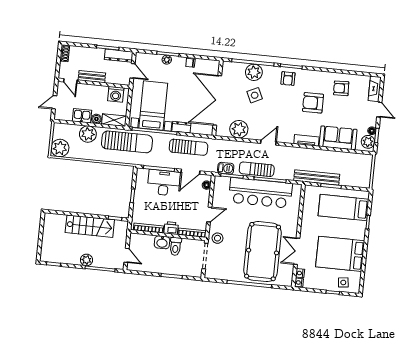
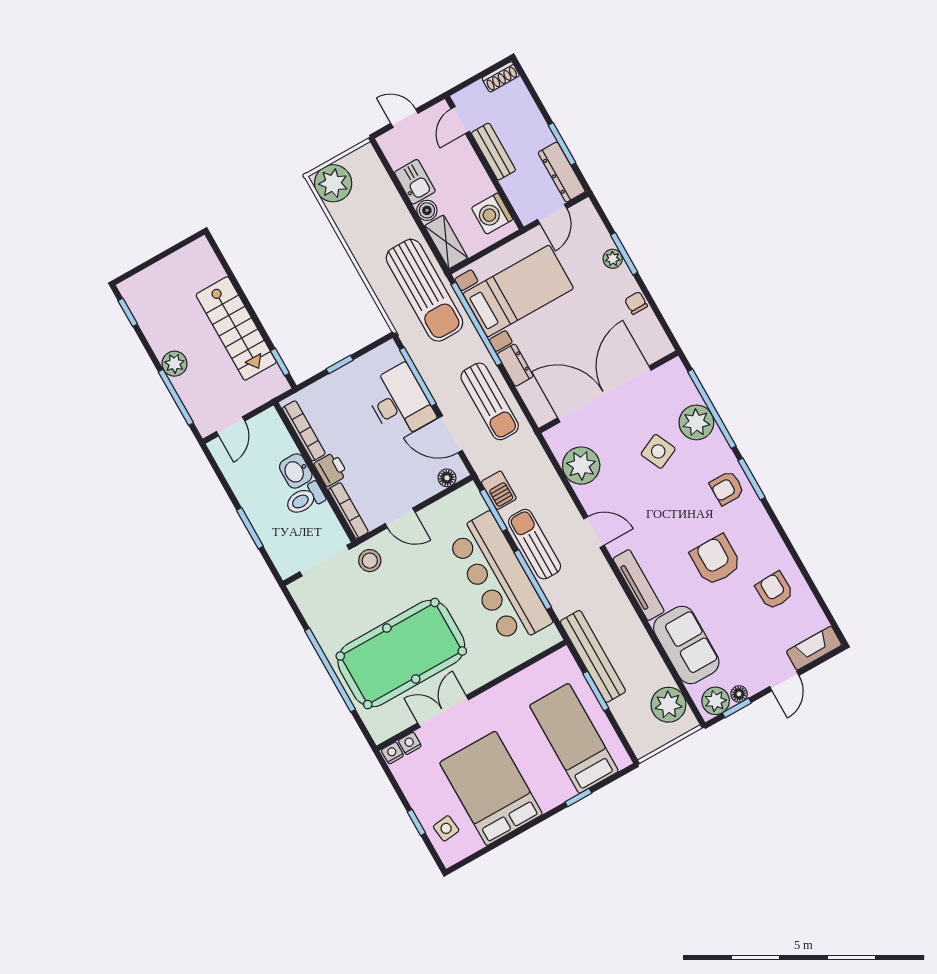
plant: (88, 134) -> (668, 705), moved
tv unit: (306, 140) -> (639, 585), width x1.41

